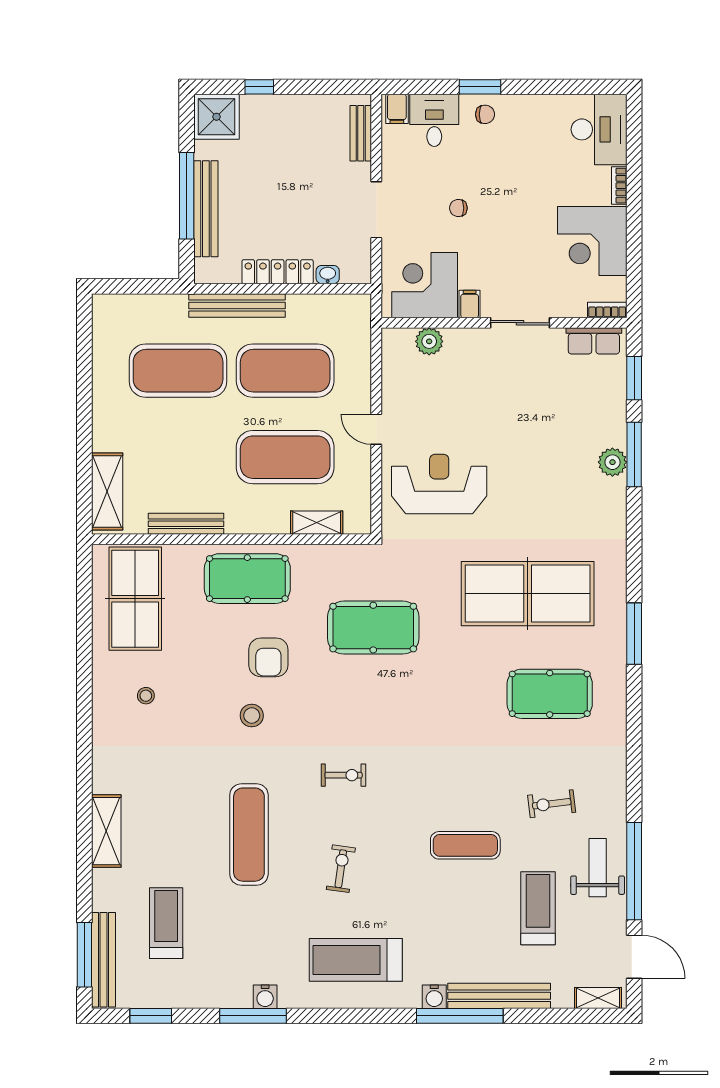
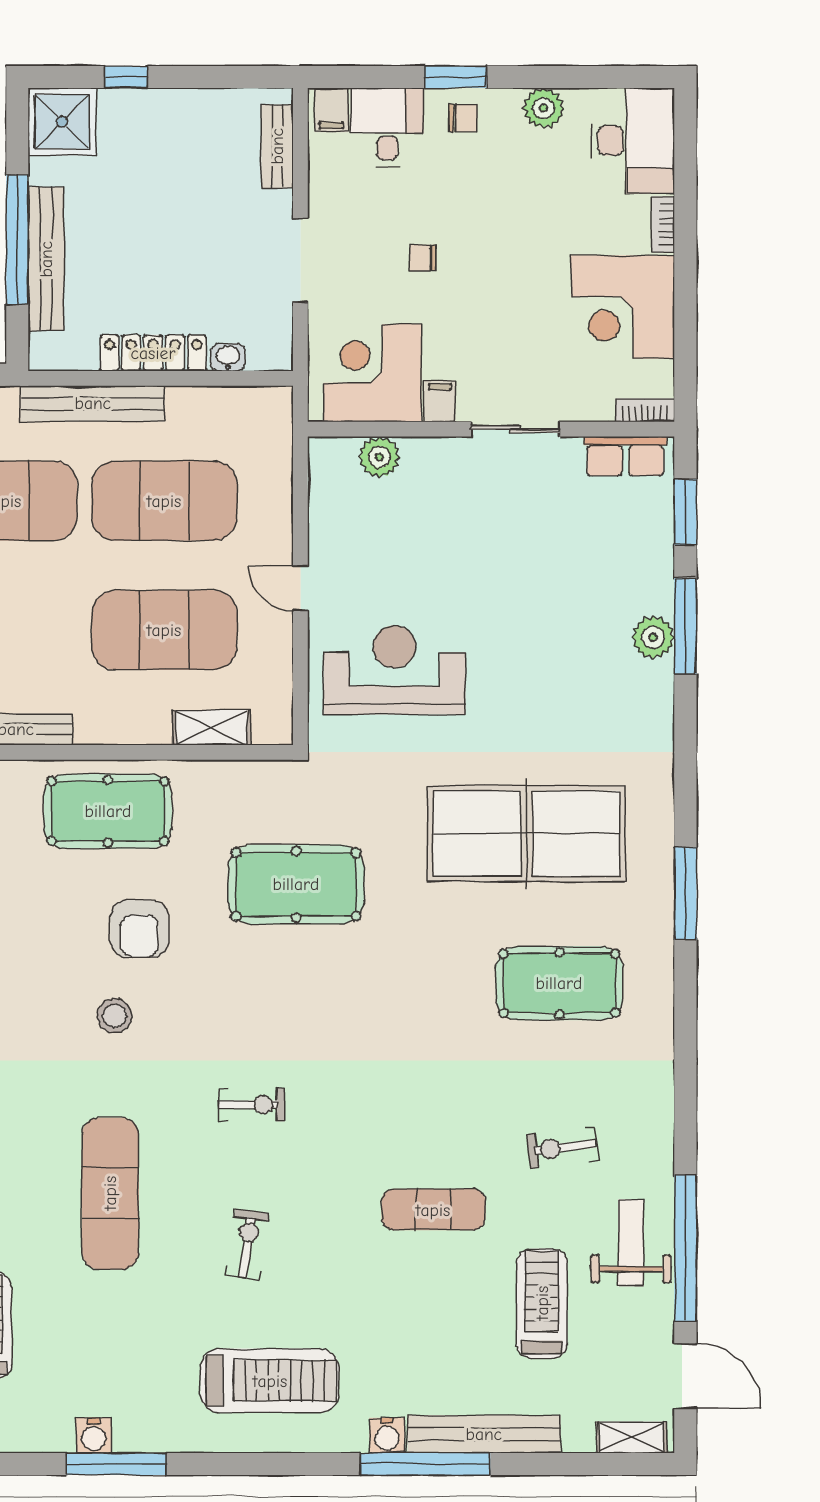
plant: (539, 108) -> (544, 108), added
treadmill: (356, 960) -> (270, 1381), turned 180
water cooler: (265, 997) -> (94, 1436), moved

